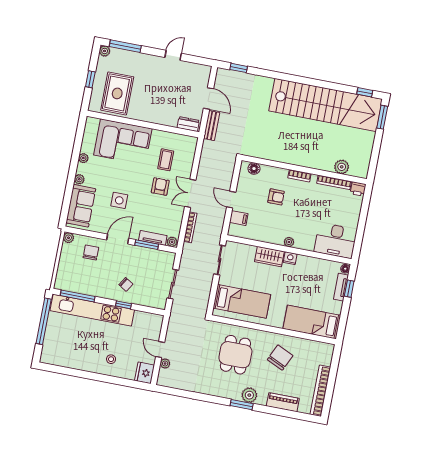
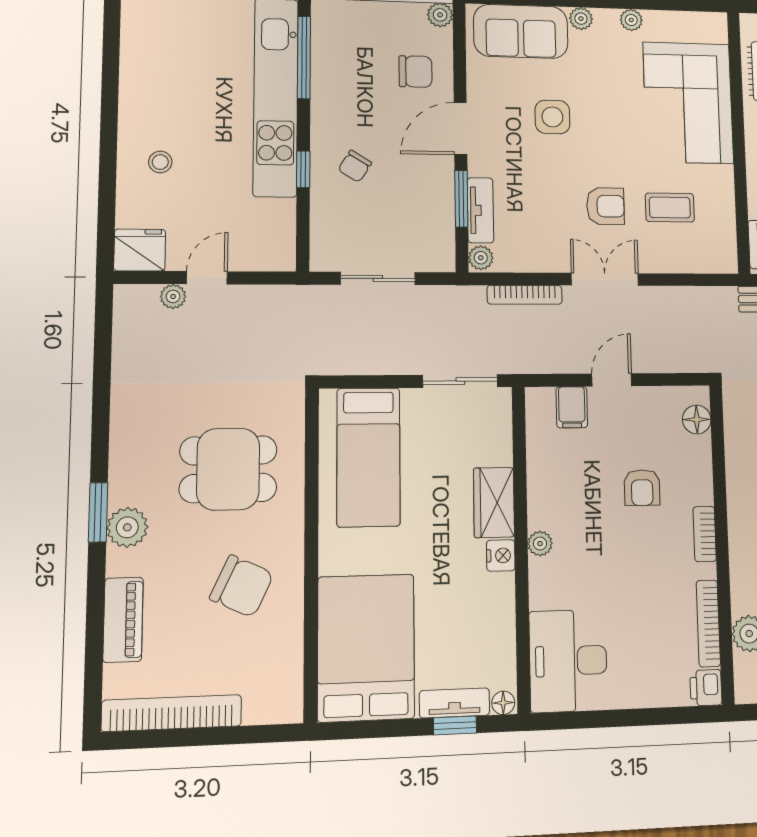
door: (118, 239) -> (460, 129), swing flipped
bed: (312, 322) -> (366, 648), width x1.50

